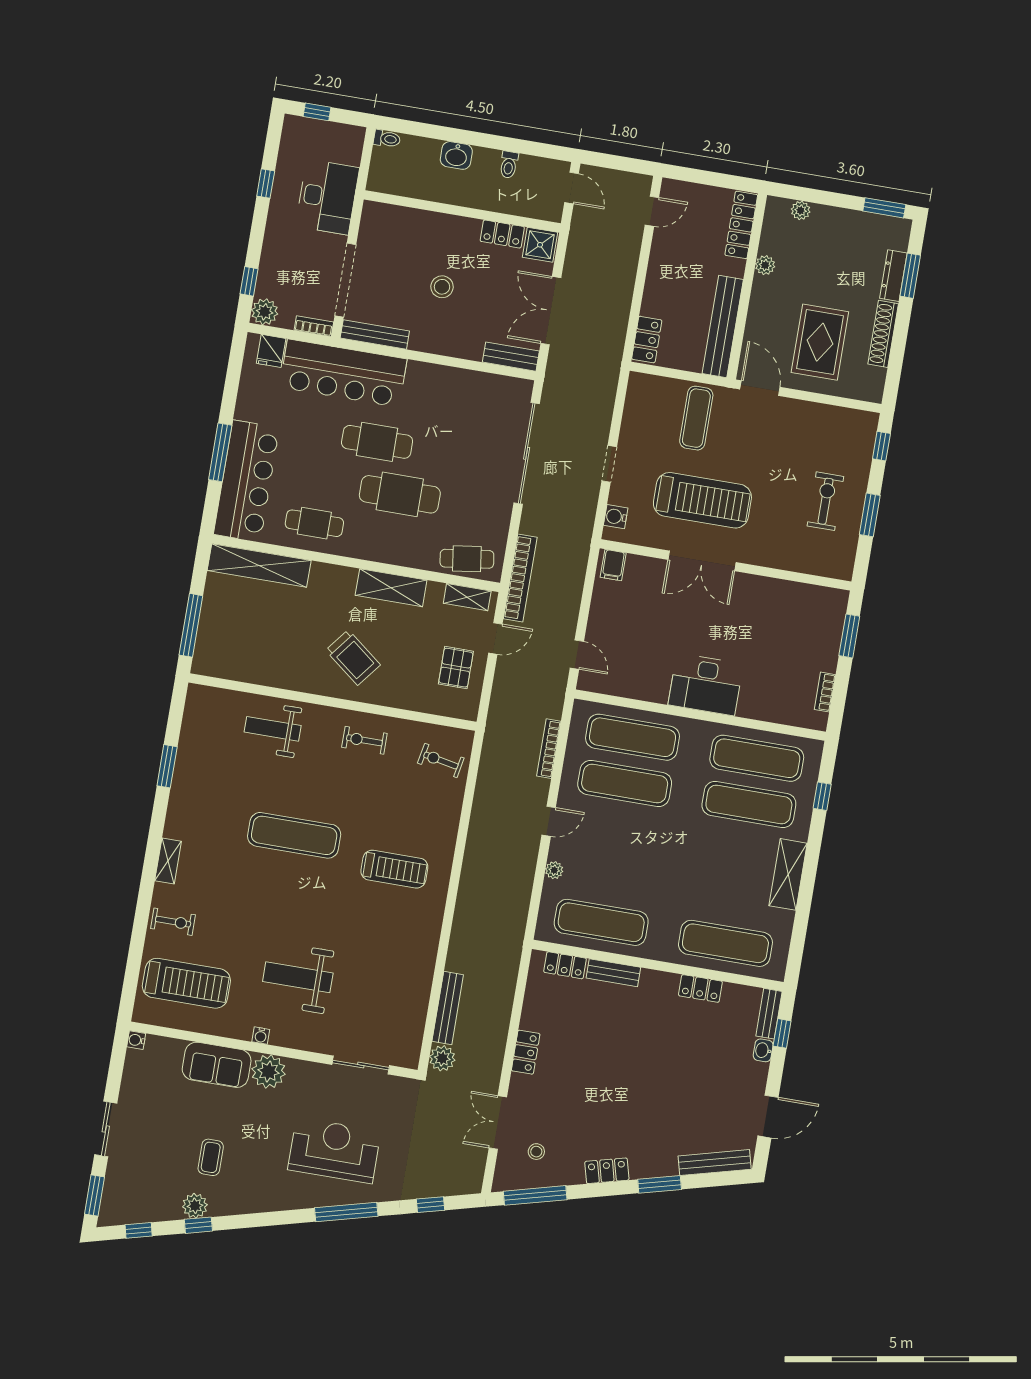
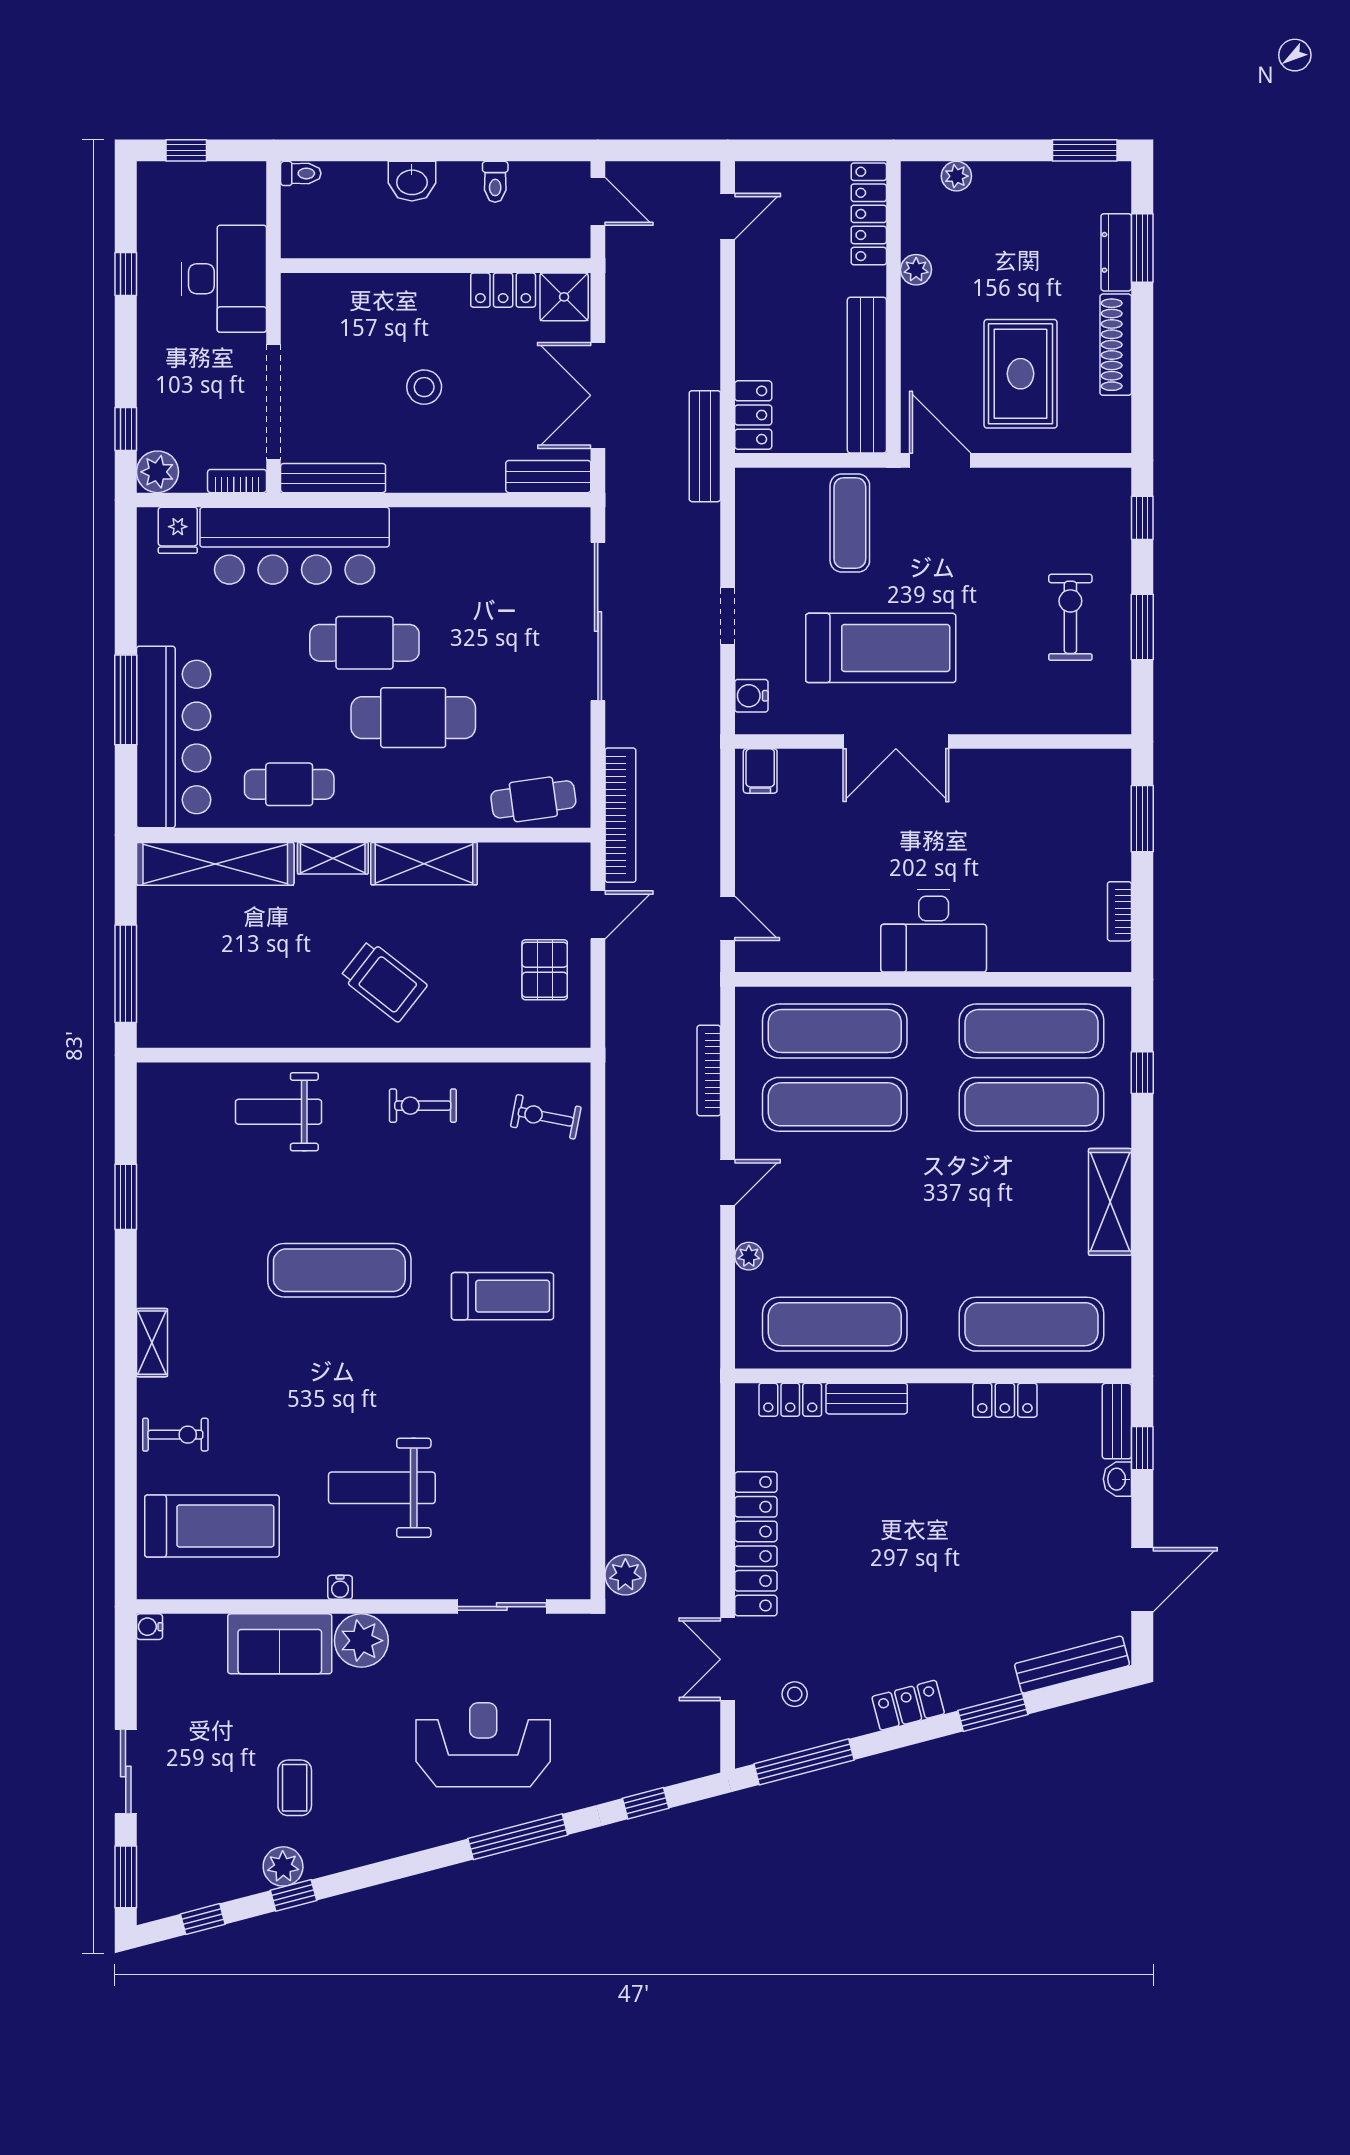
shelving: (467, 597) -> (333, 858), moved
bench: (448, 1008) -> (705, 446), moved
locker: (526, 1052) -> (756, 1544), width x2.16, depth x1.21

